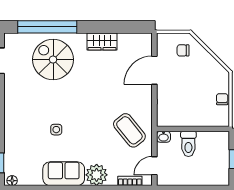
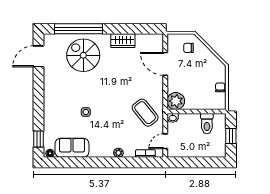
door: (154, 70) -> (165, 64), hinge flipped
plant: (167, 116) -> (176, 101), added
toilet: (188, 144) -> (207, 124), moved
sofa: (64, 174) -> (72, 148), moved
plant: (97, 175) -> (118, 153), width x0.53, depth x0.53

